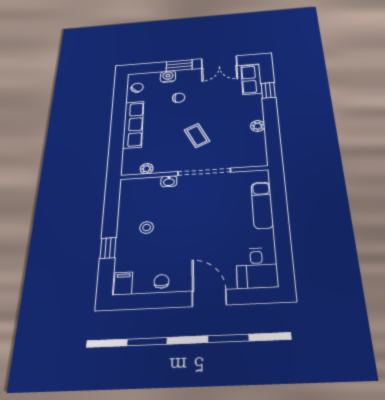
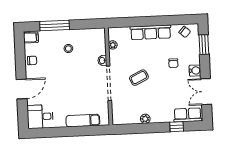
window: (179, 65) -> (204, 45), moved
water cooler: (168, 77) -> (195, 71), moved
window: (108, 248) -> (55, 25), width x2.17

